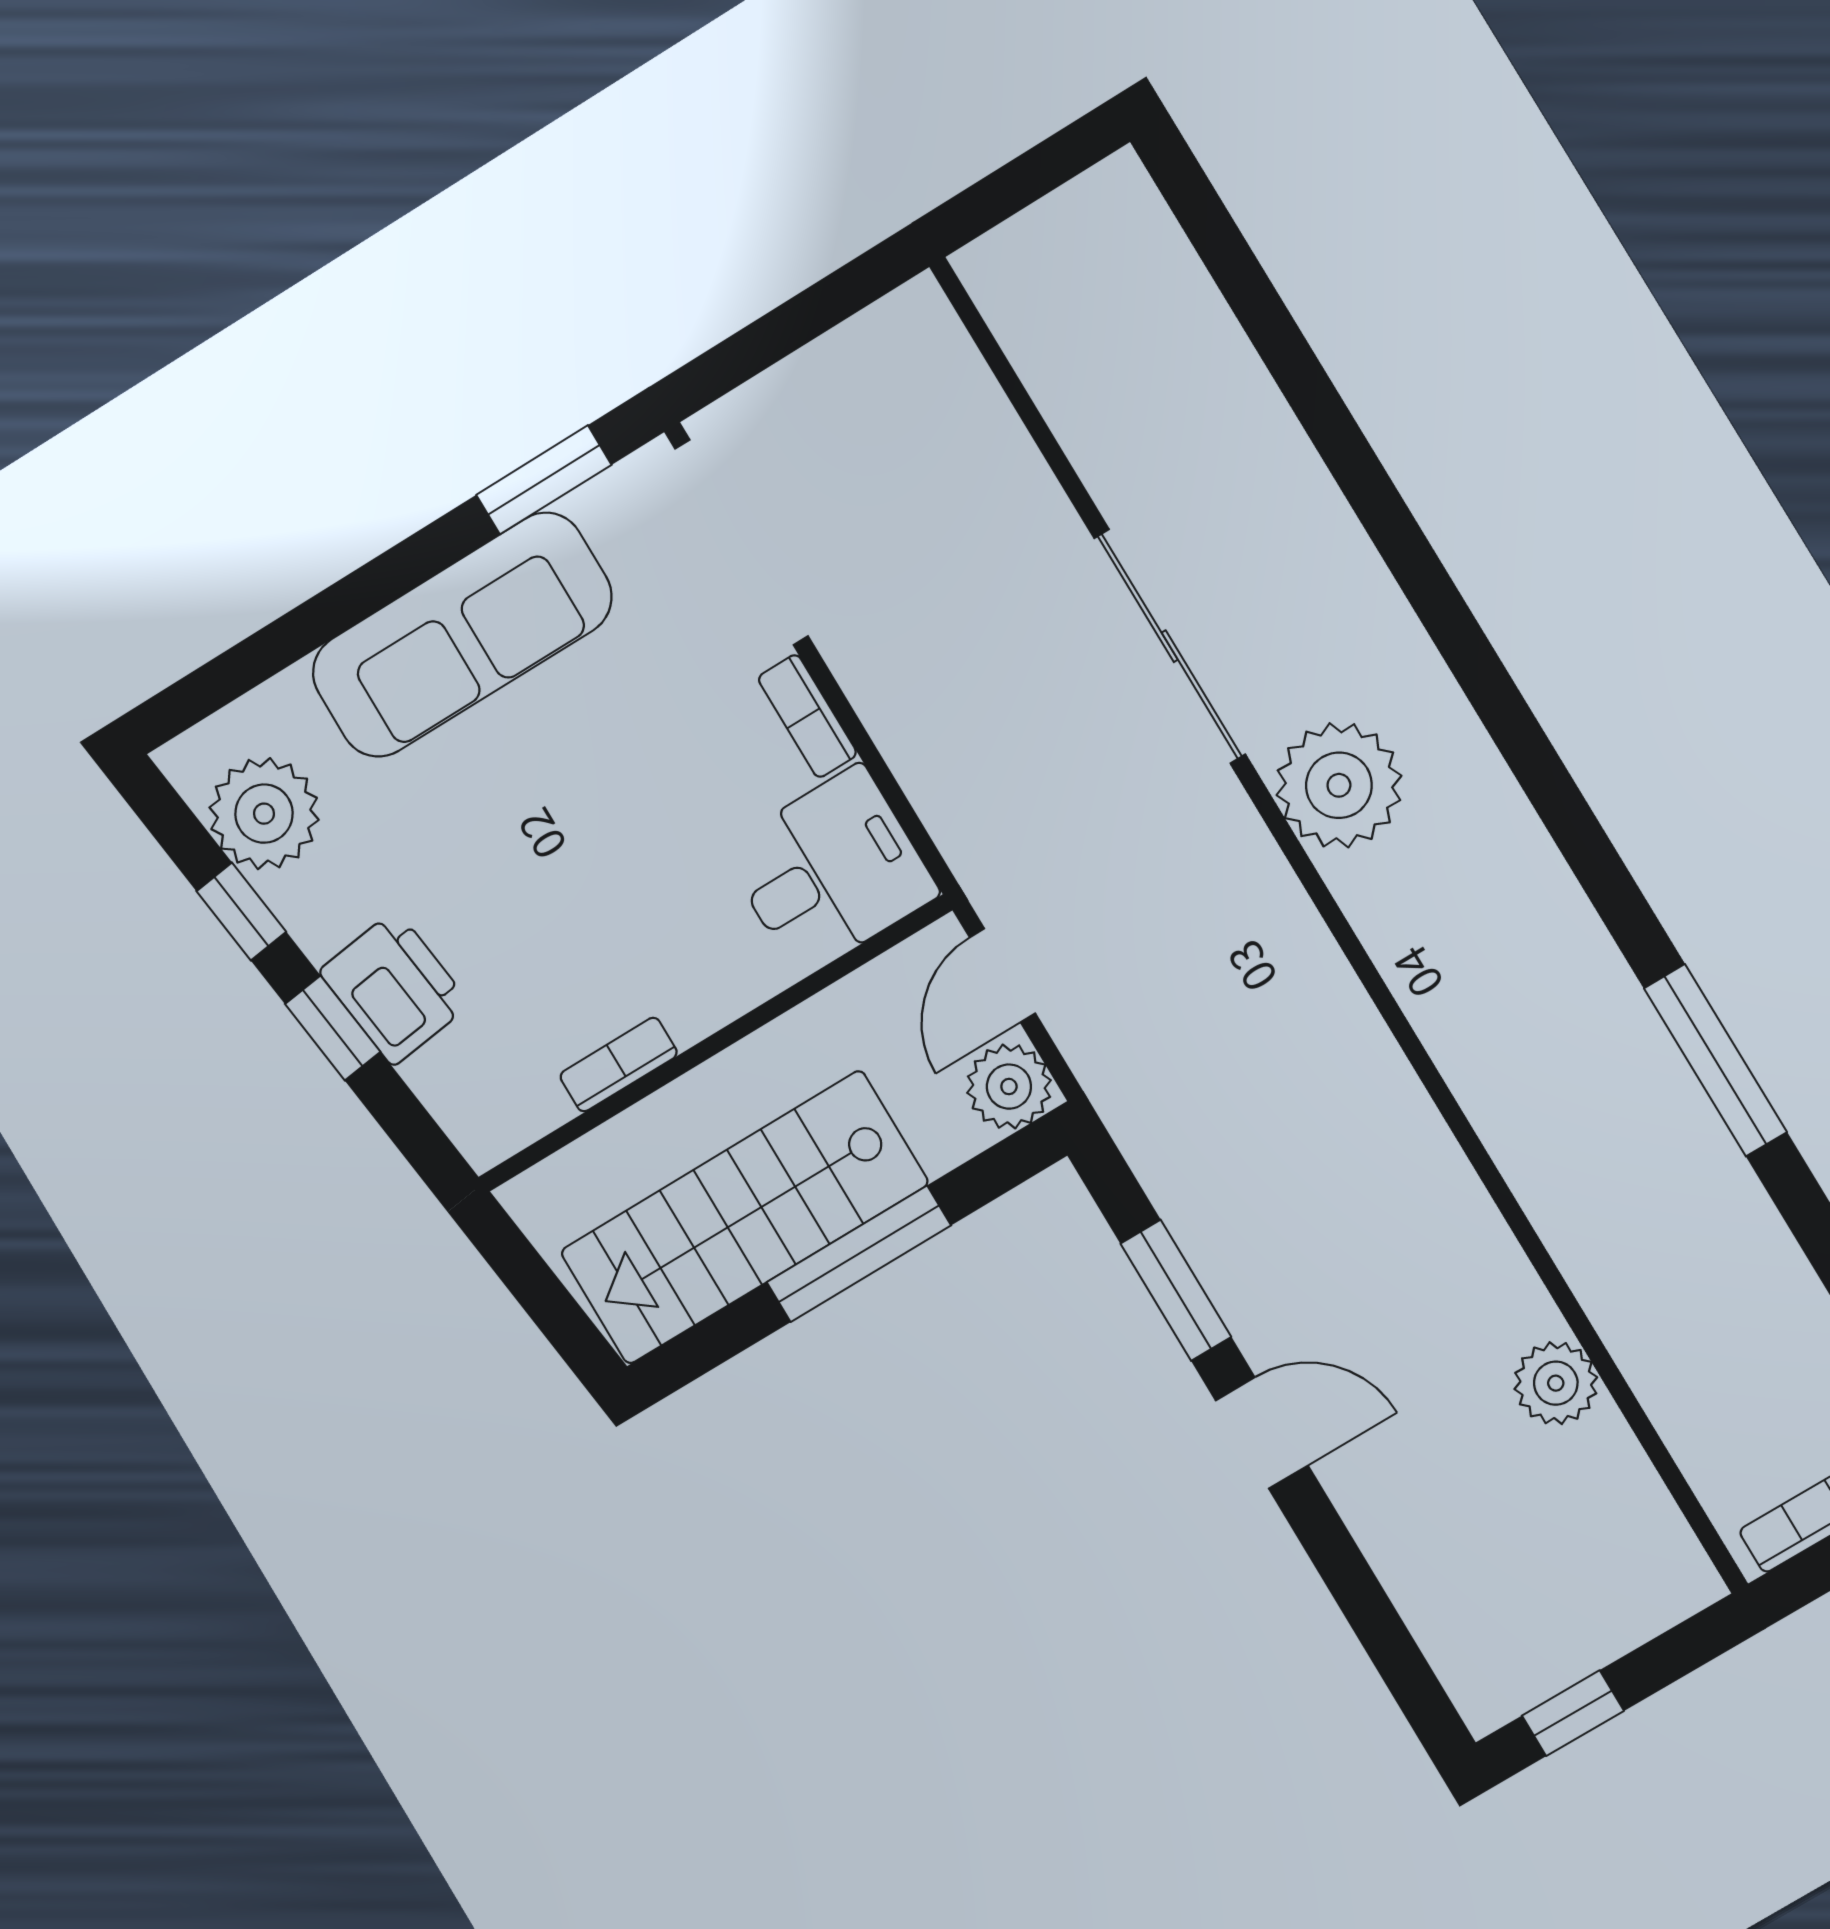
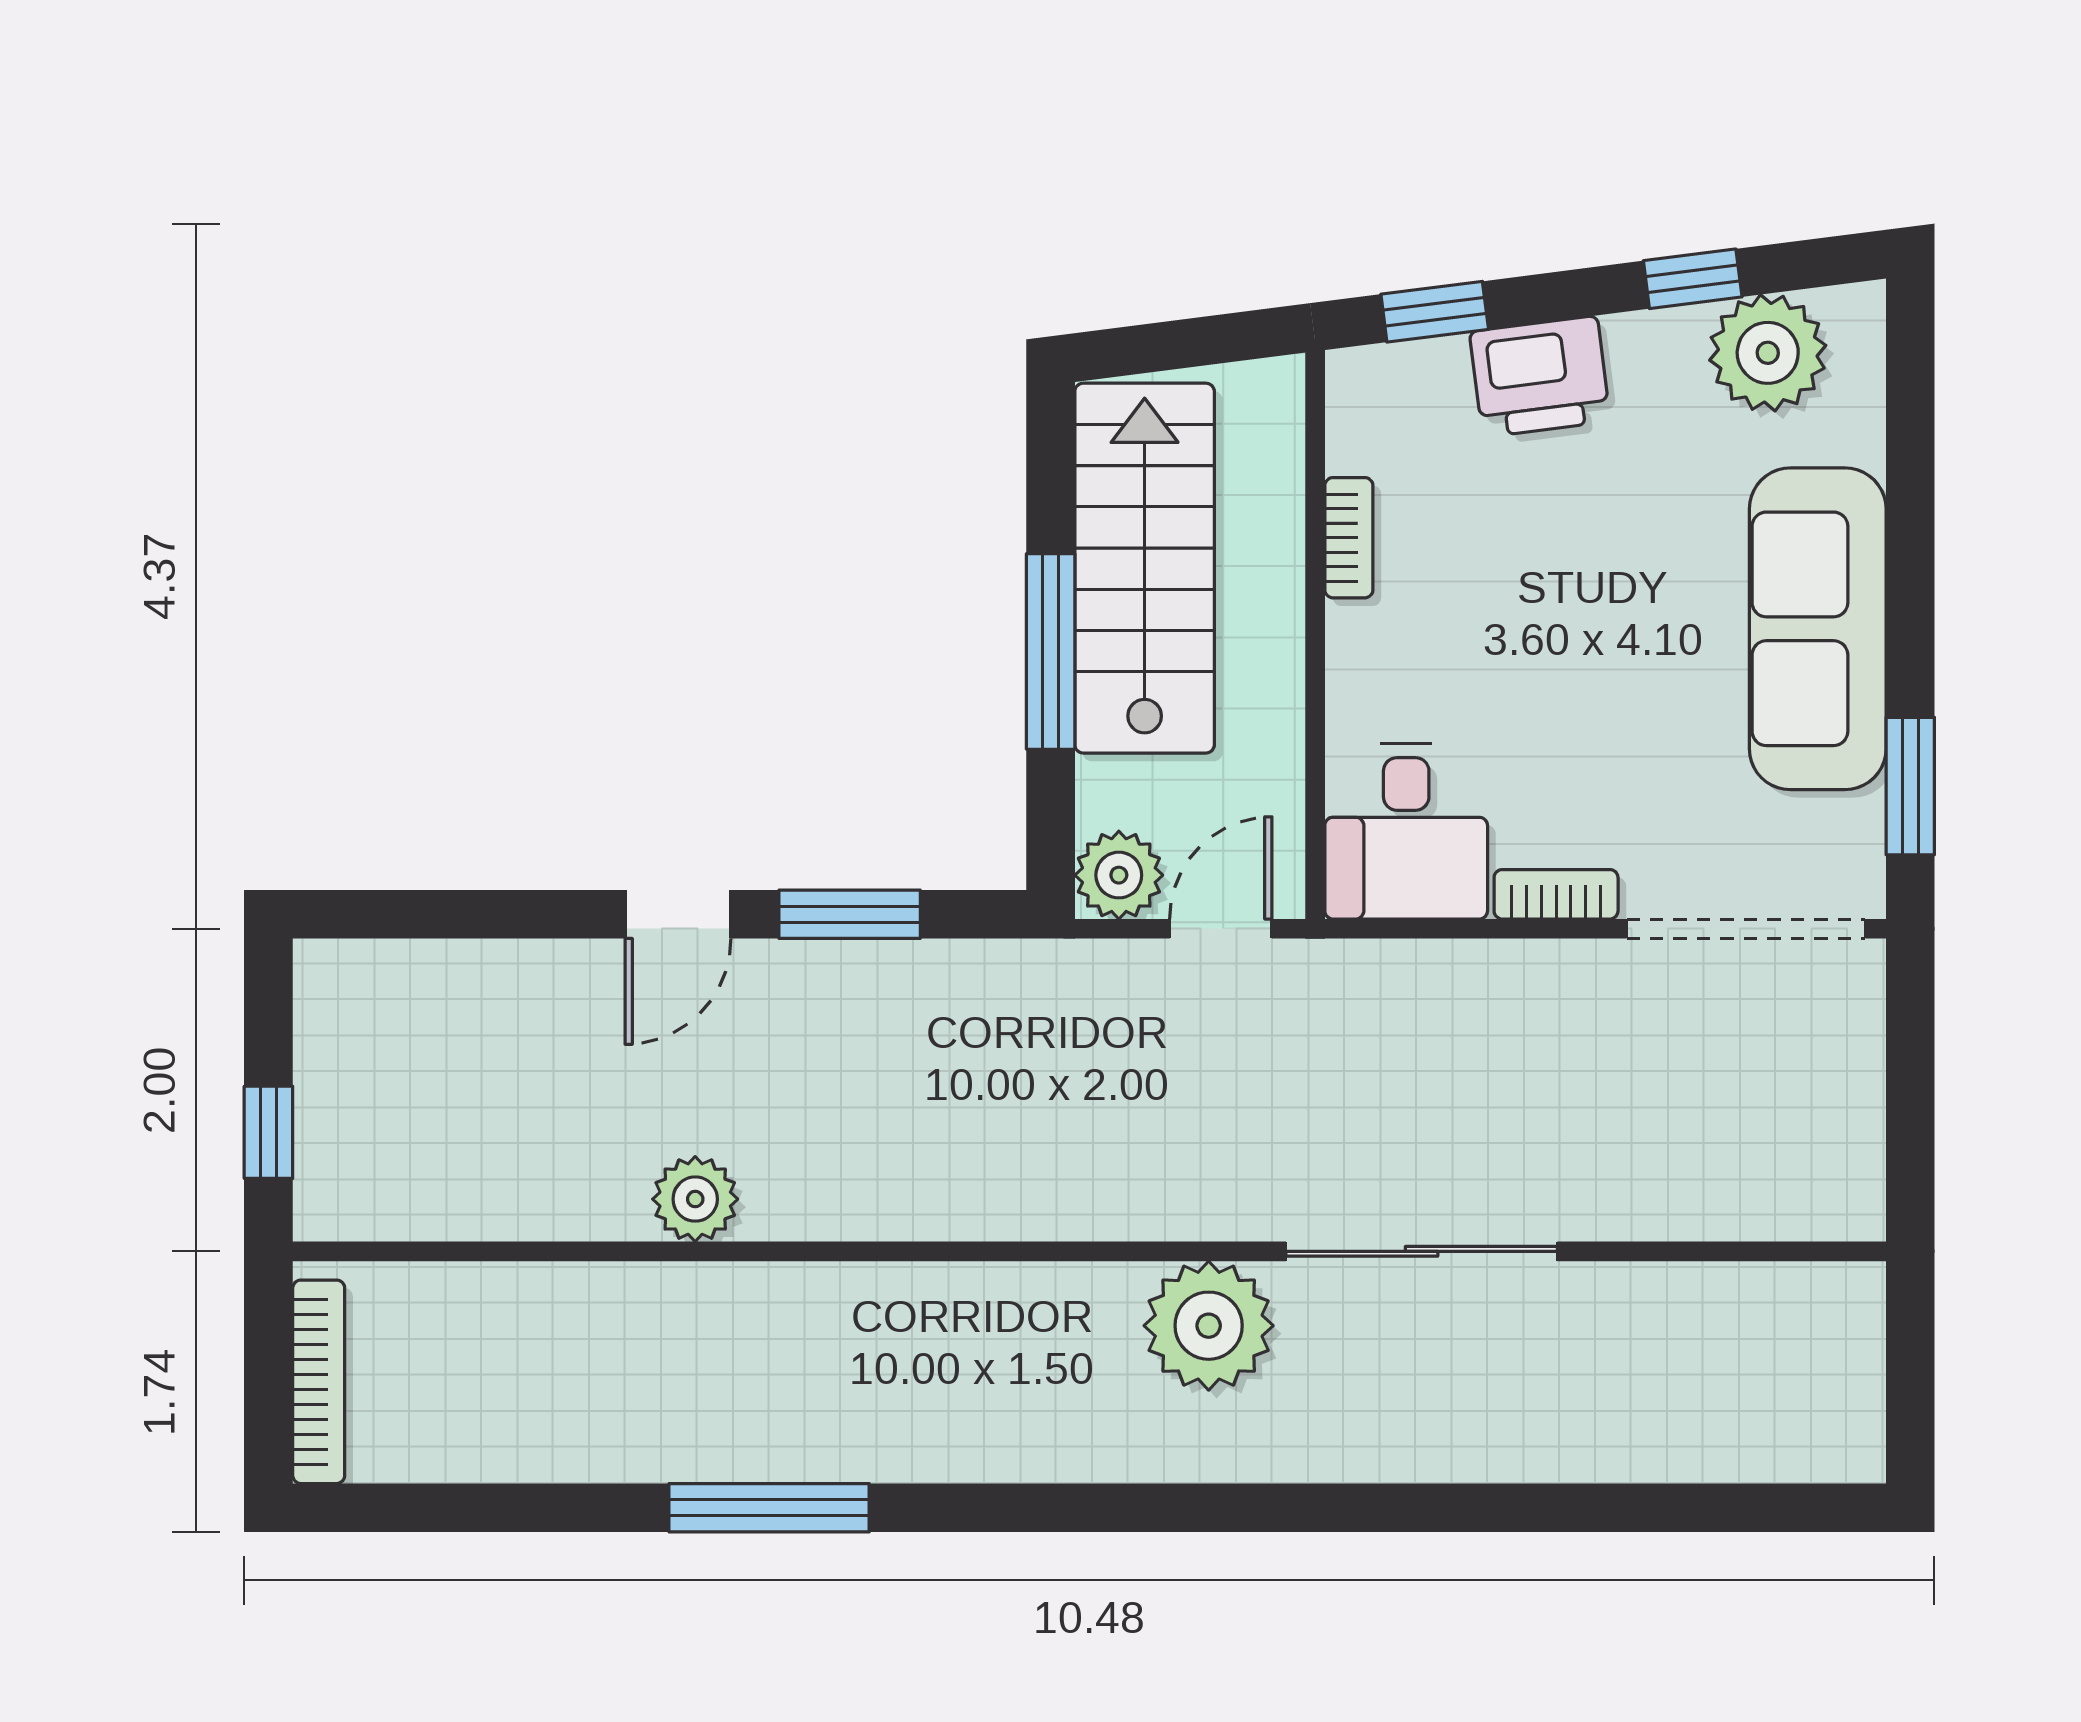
door: (1002, 975) -> (1221, 929), hinge flipped
window: (333, 1028) -> (1435, 312), moved
plant: (1556, 1383) -> (695, 1199), moved
window: (1573, 1713) -> (268, 1132), moved

